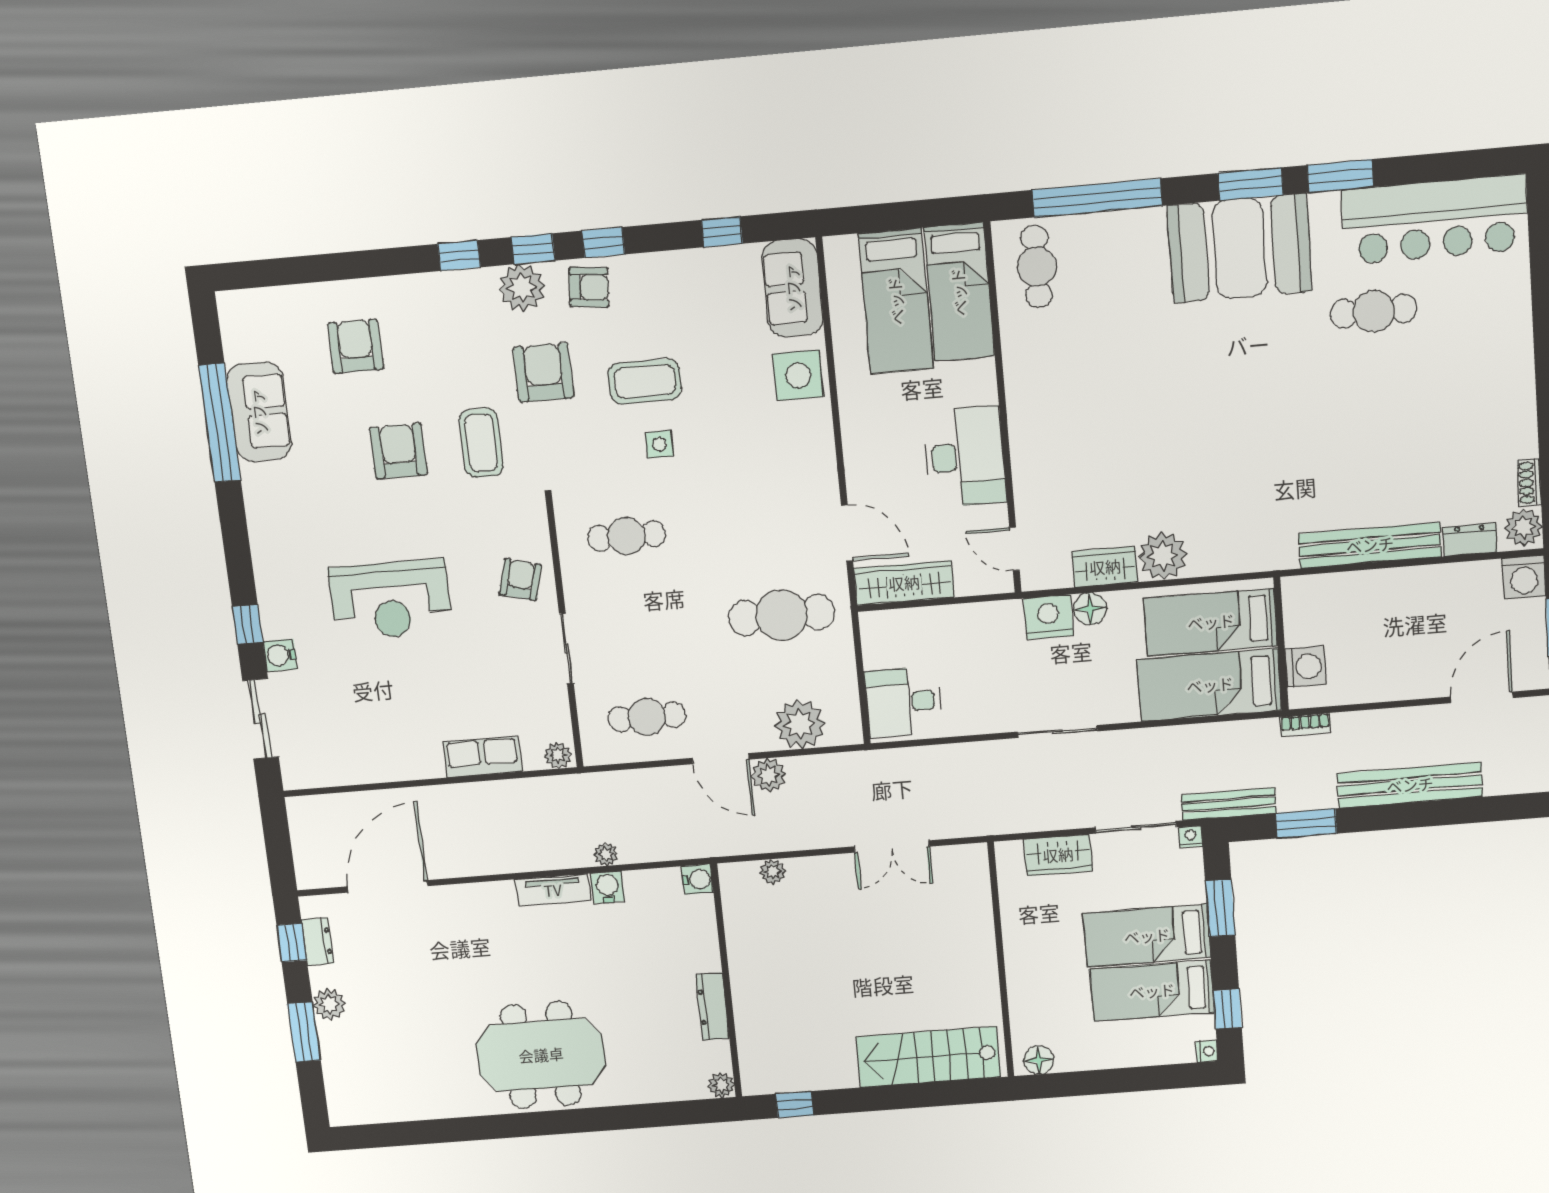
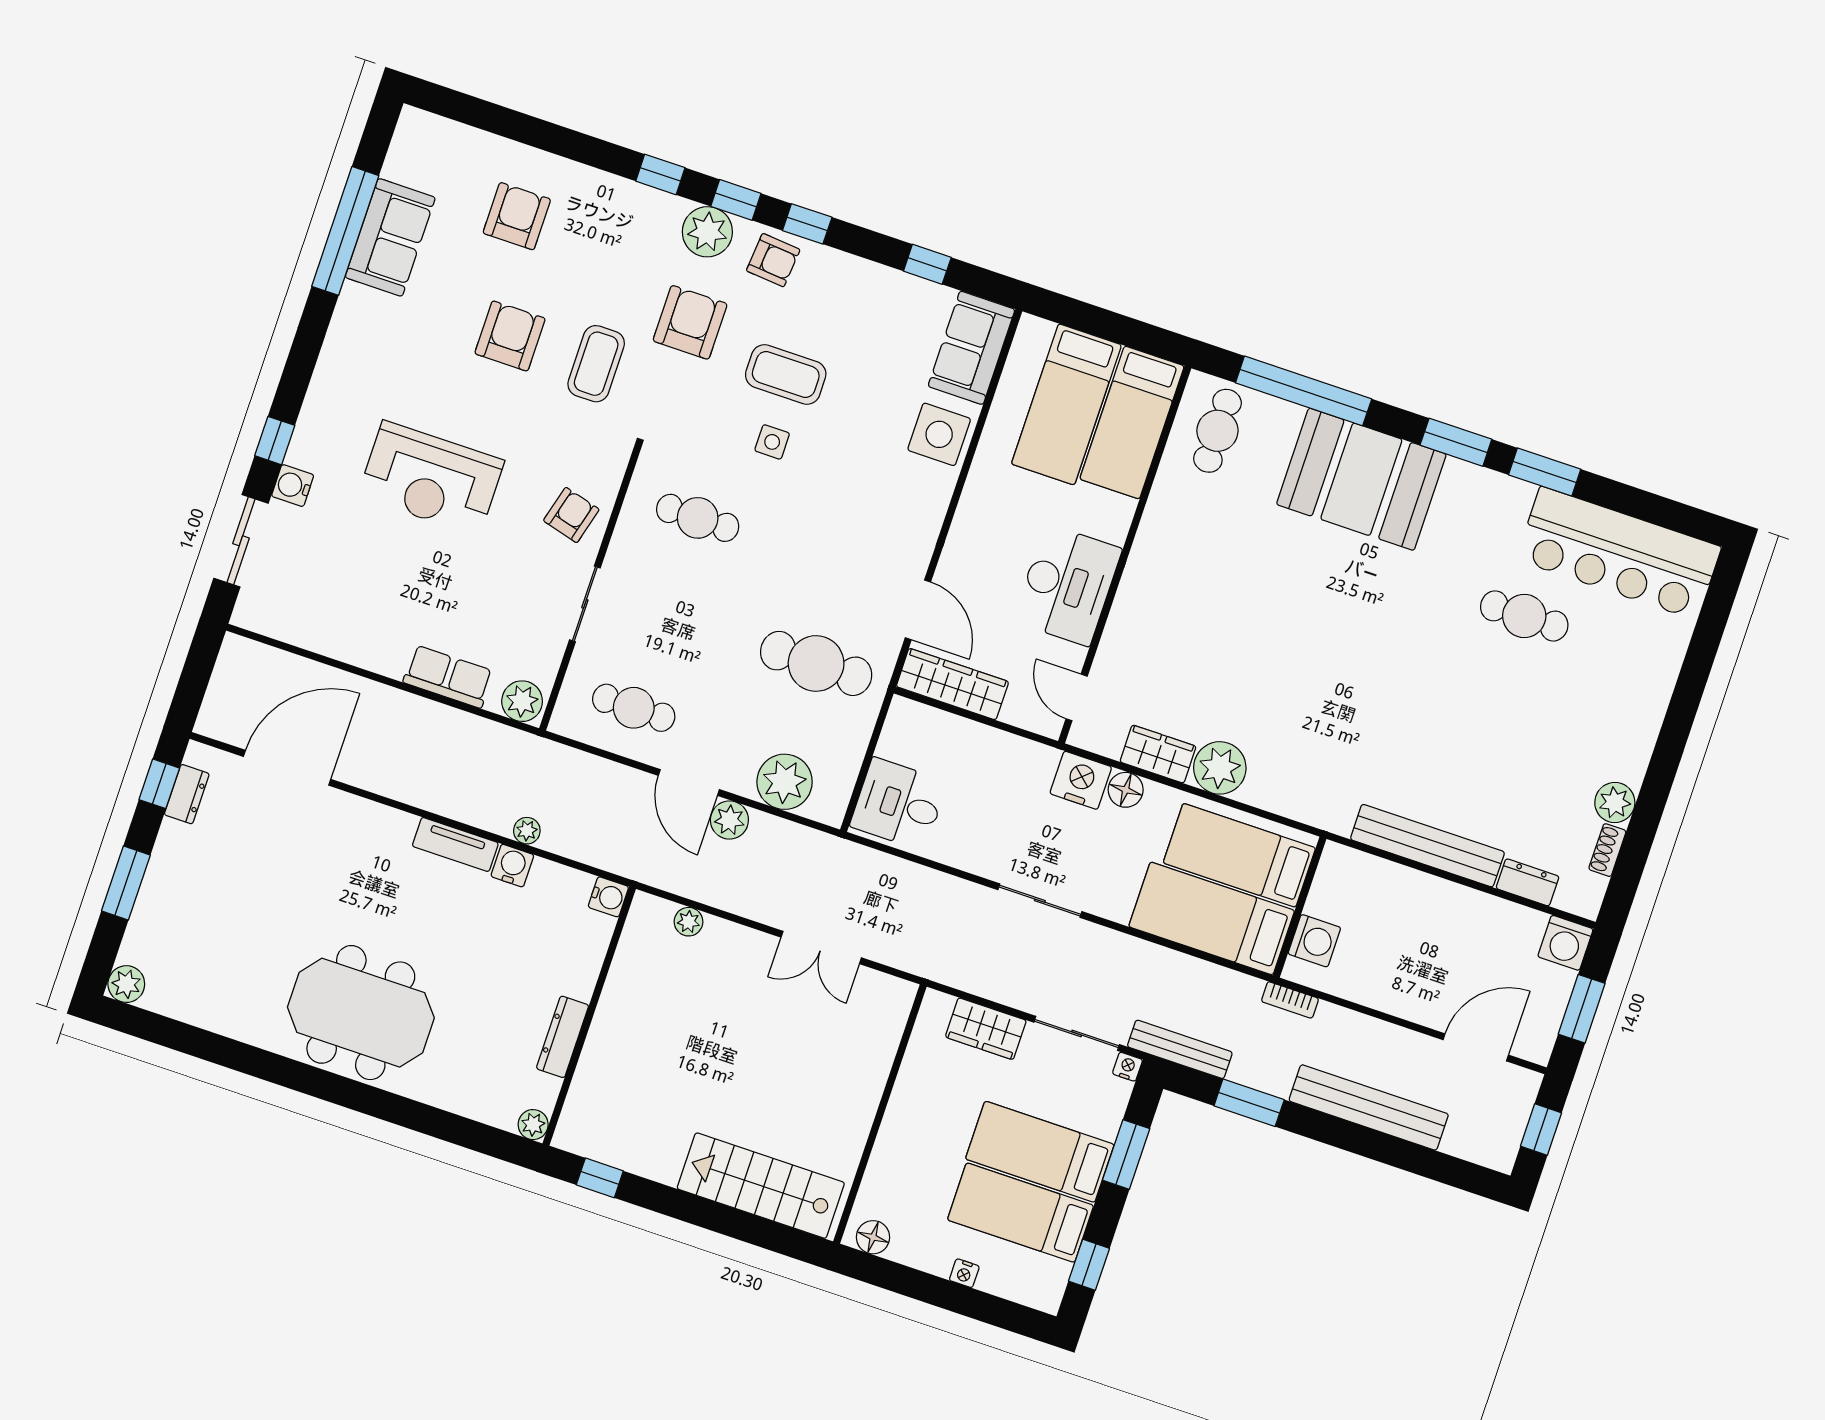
booth: (1240, 248) -> (1361, 479), moved
plant: (1523, 527) -> (1615, 802), moved
plant: (558, 755) -> (522, 701), width x1.38, depth x1.38
plant: (329, 1004) -> (126, 984), moved
nightstand: (1207, 1051) -> (964, 1273), moved, turned 90

